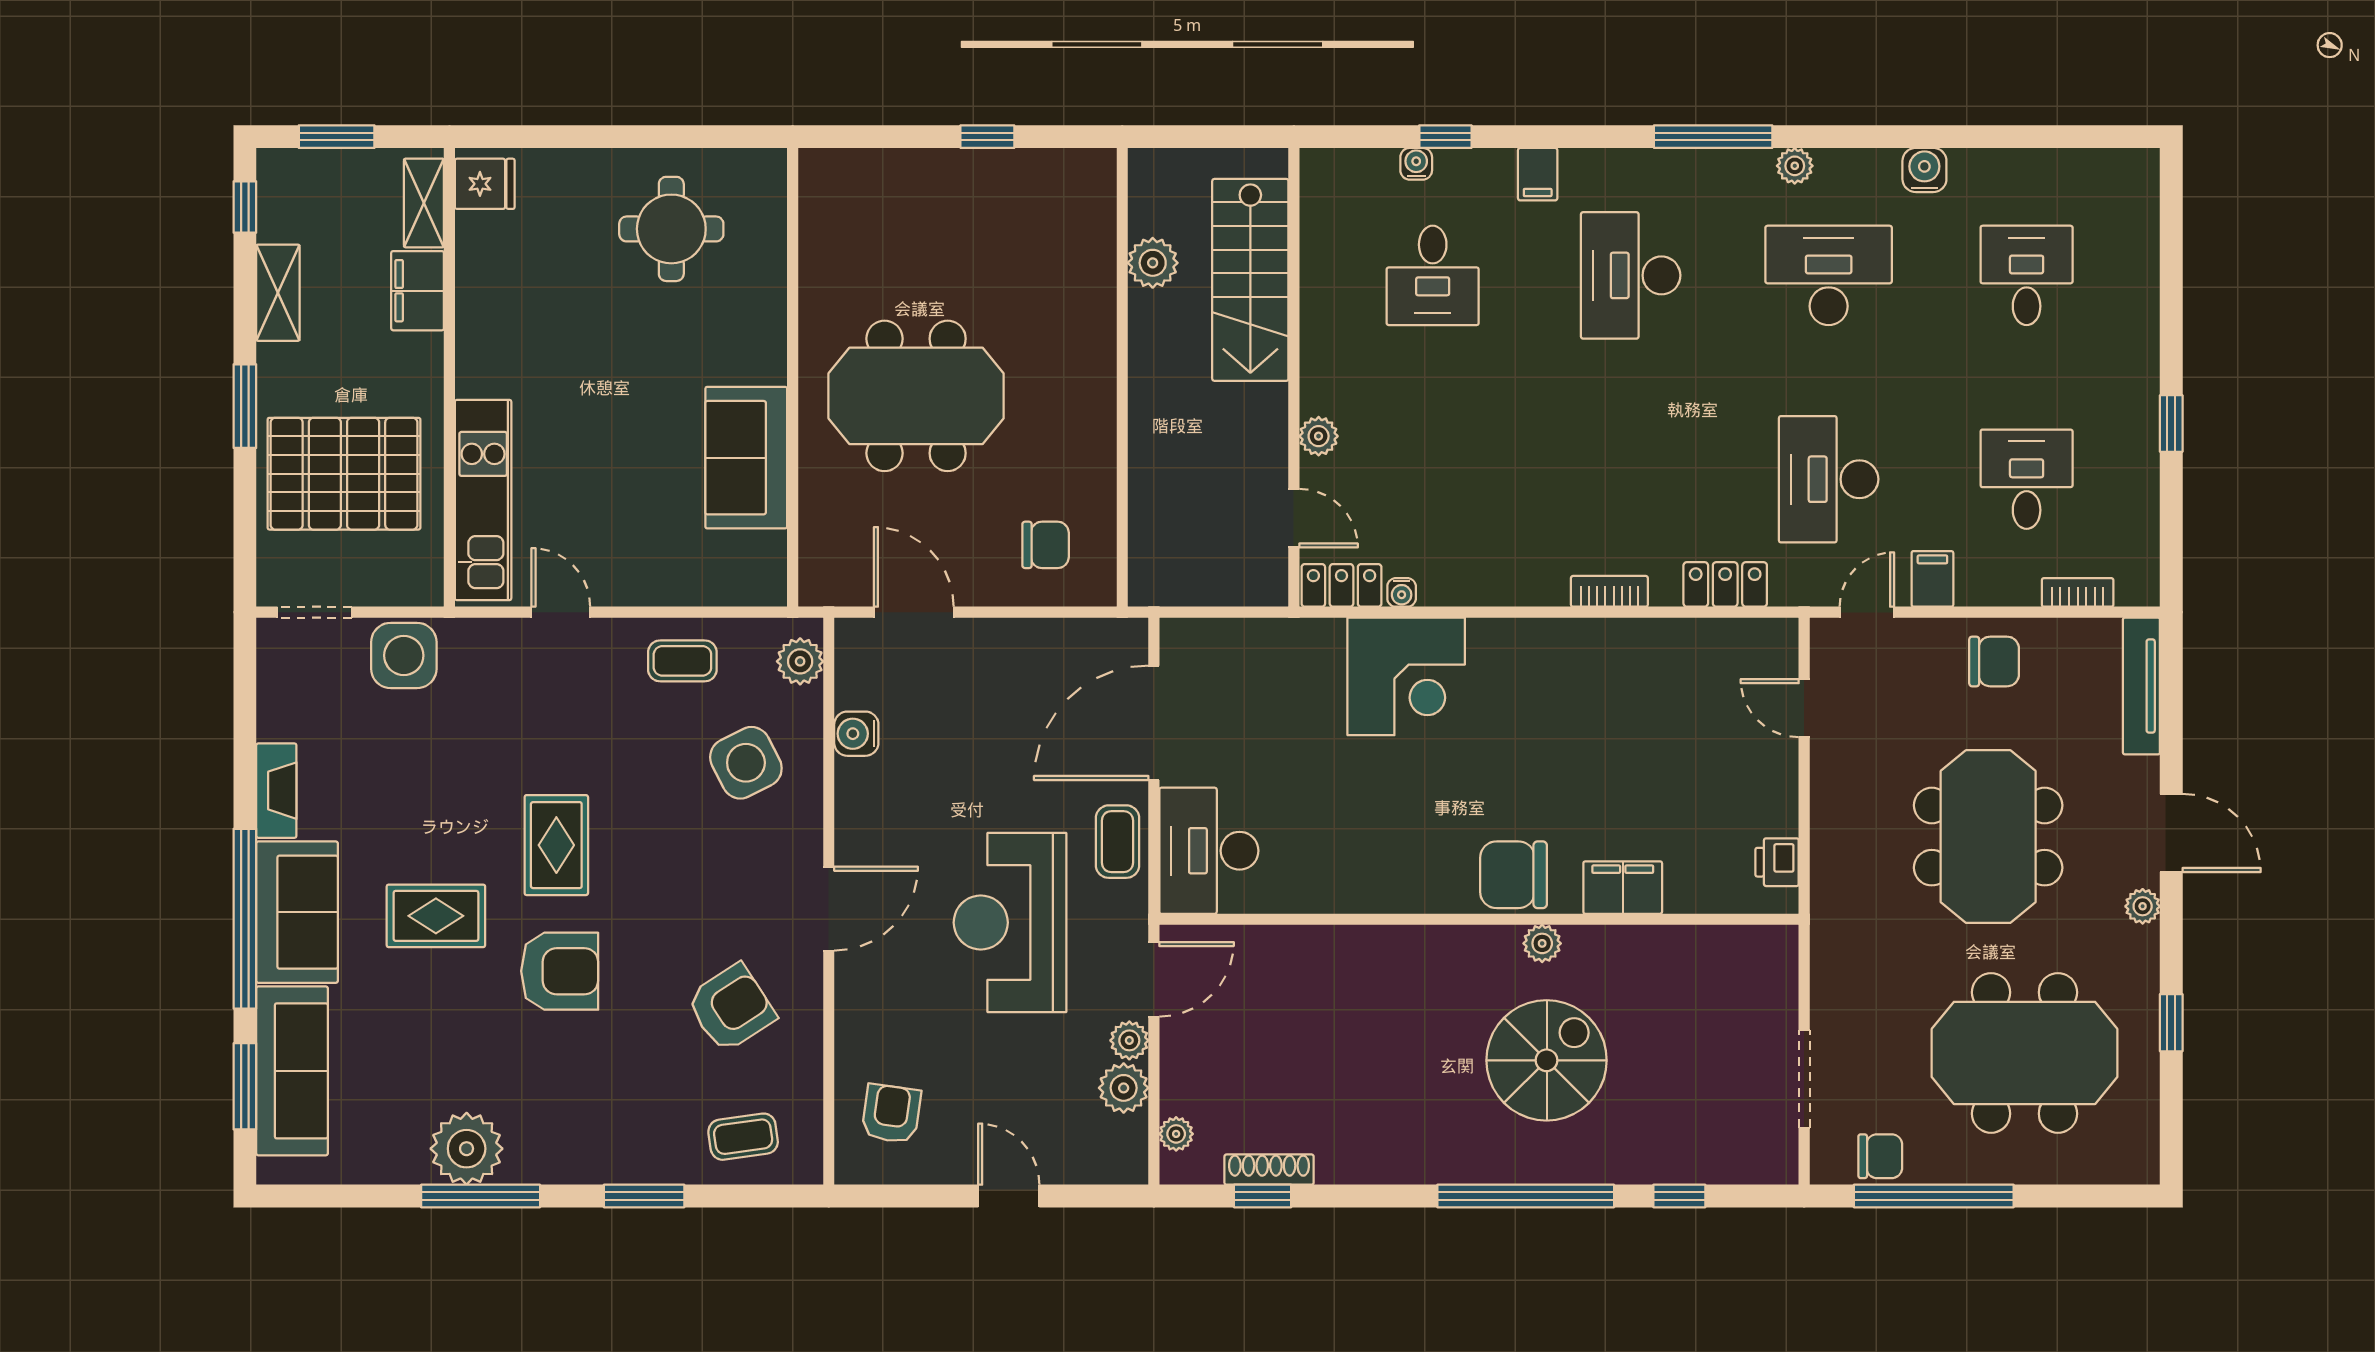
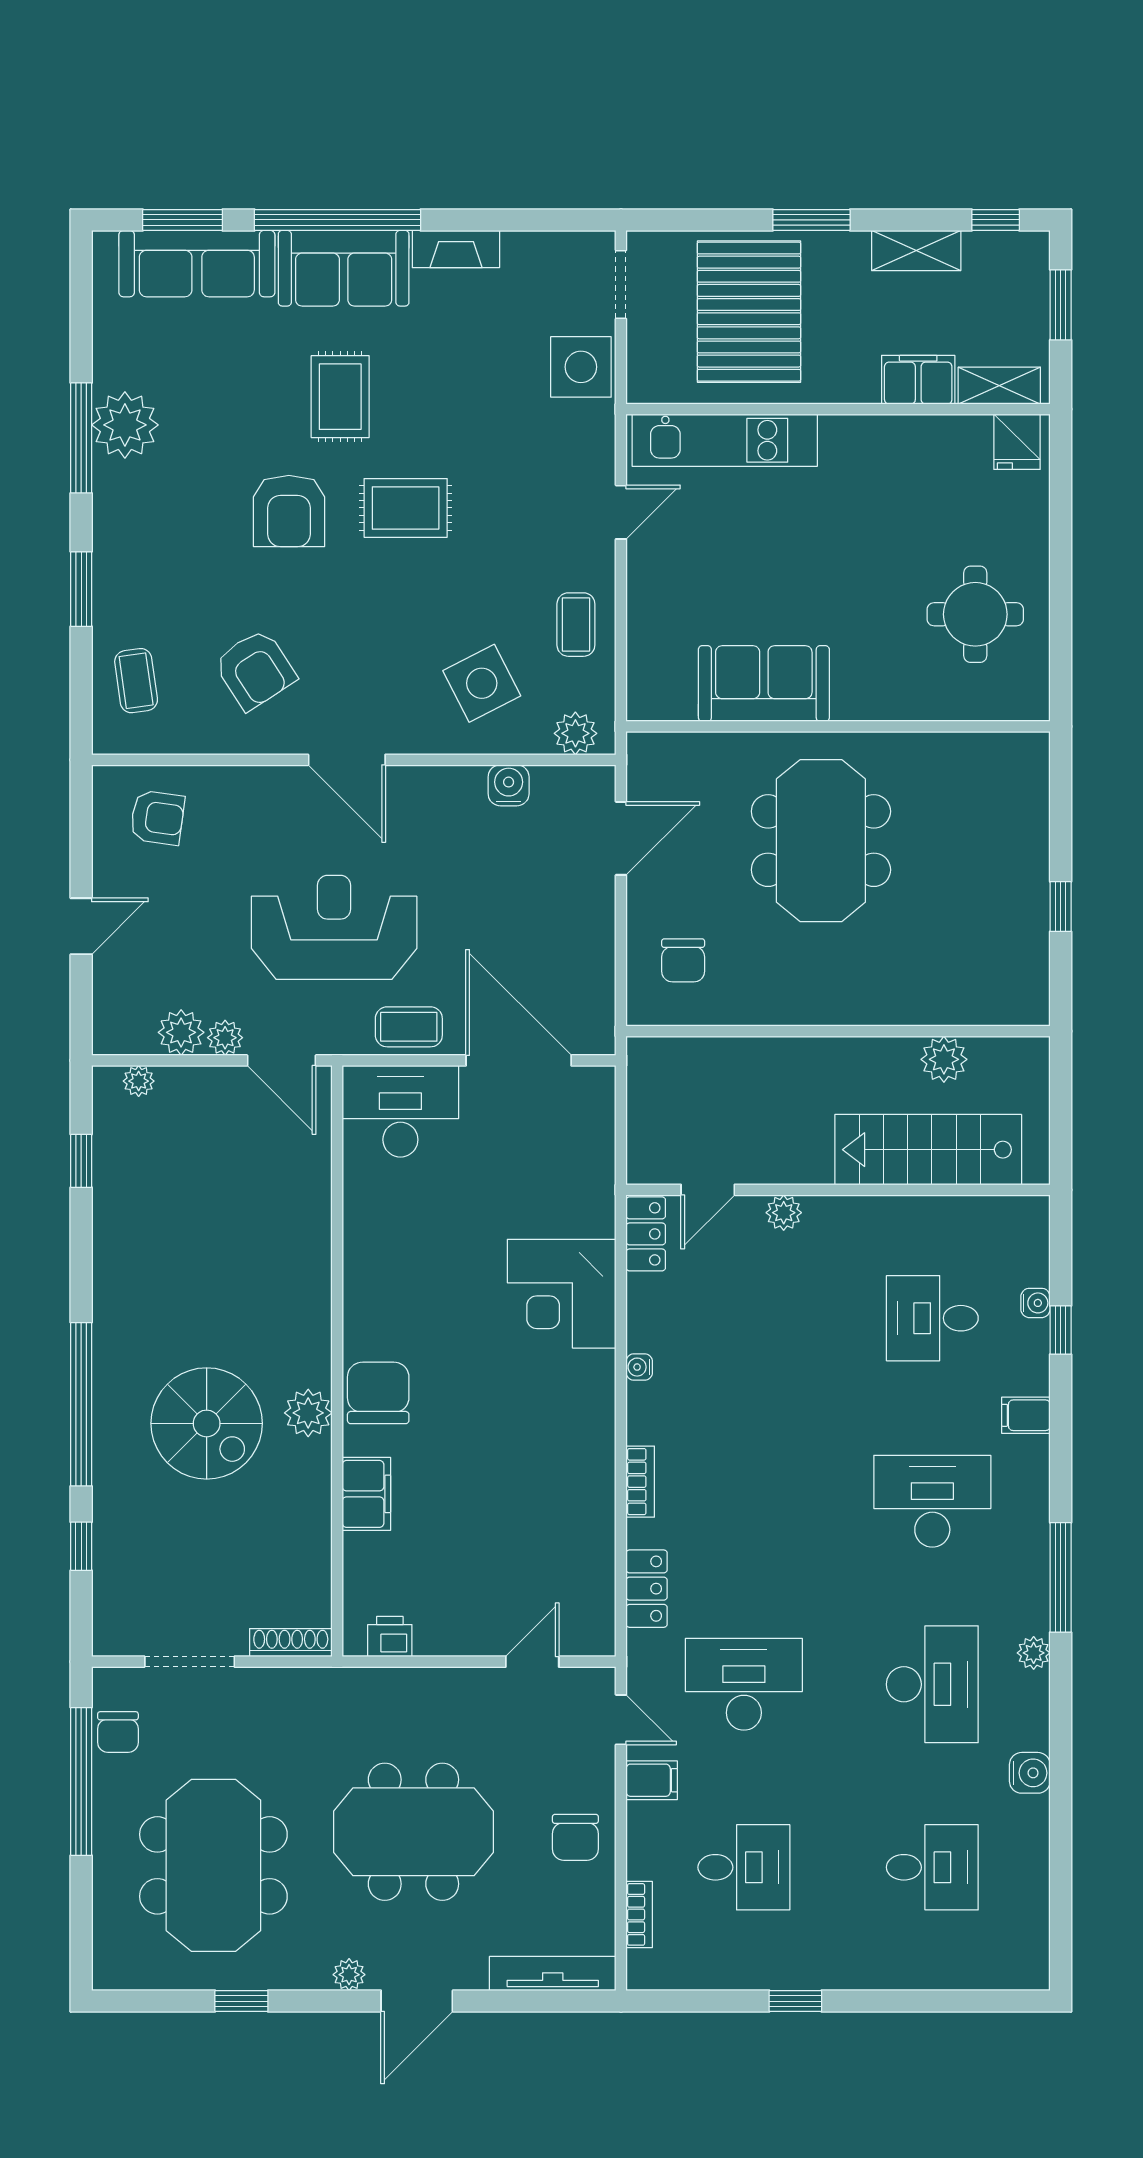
water cooler: (1402, 592) -> (639, 1367), moved
plant: (1542, 943) -> (308, 1413), width x1.38, depth x1.38
shoe rack: (1269, 1170) -> (291, 1643), moved, turned -90

